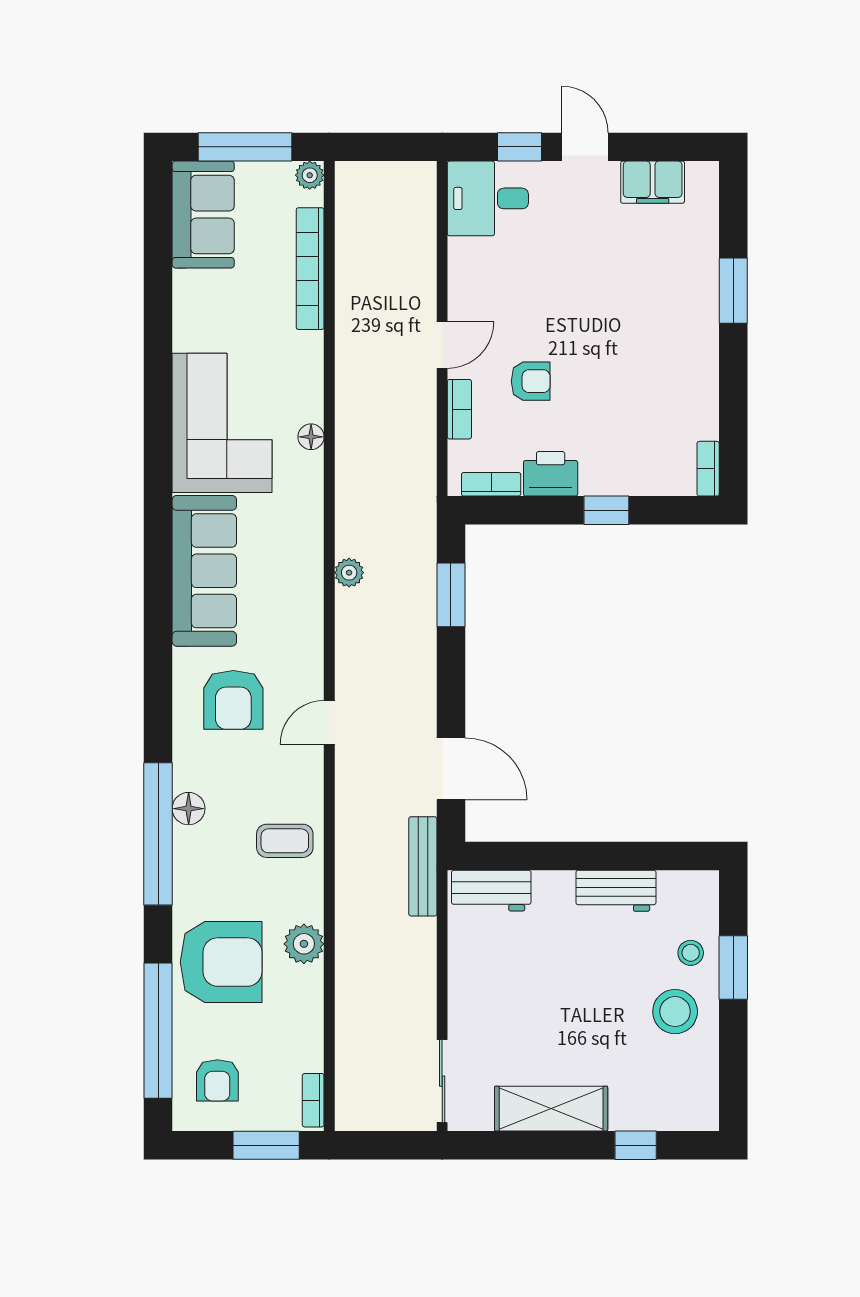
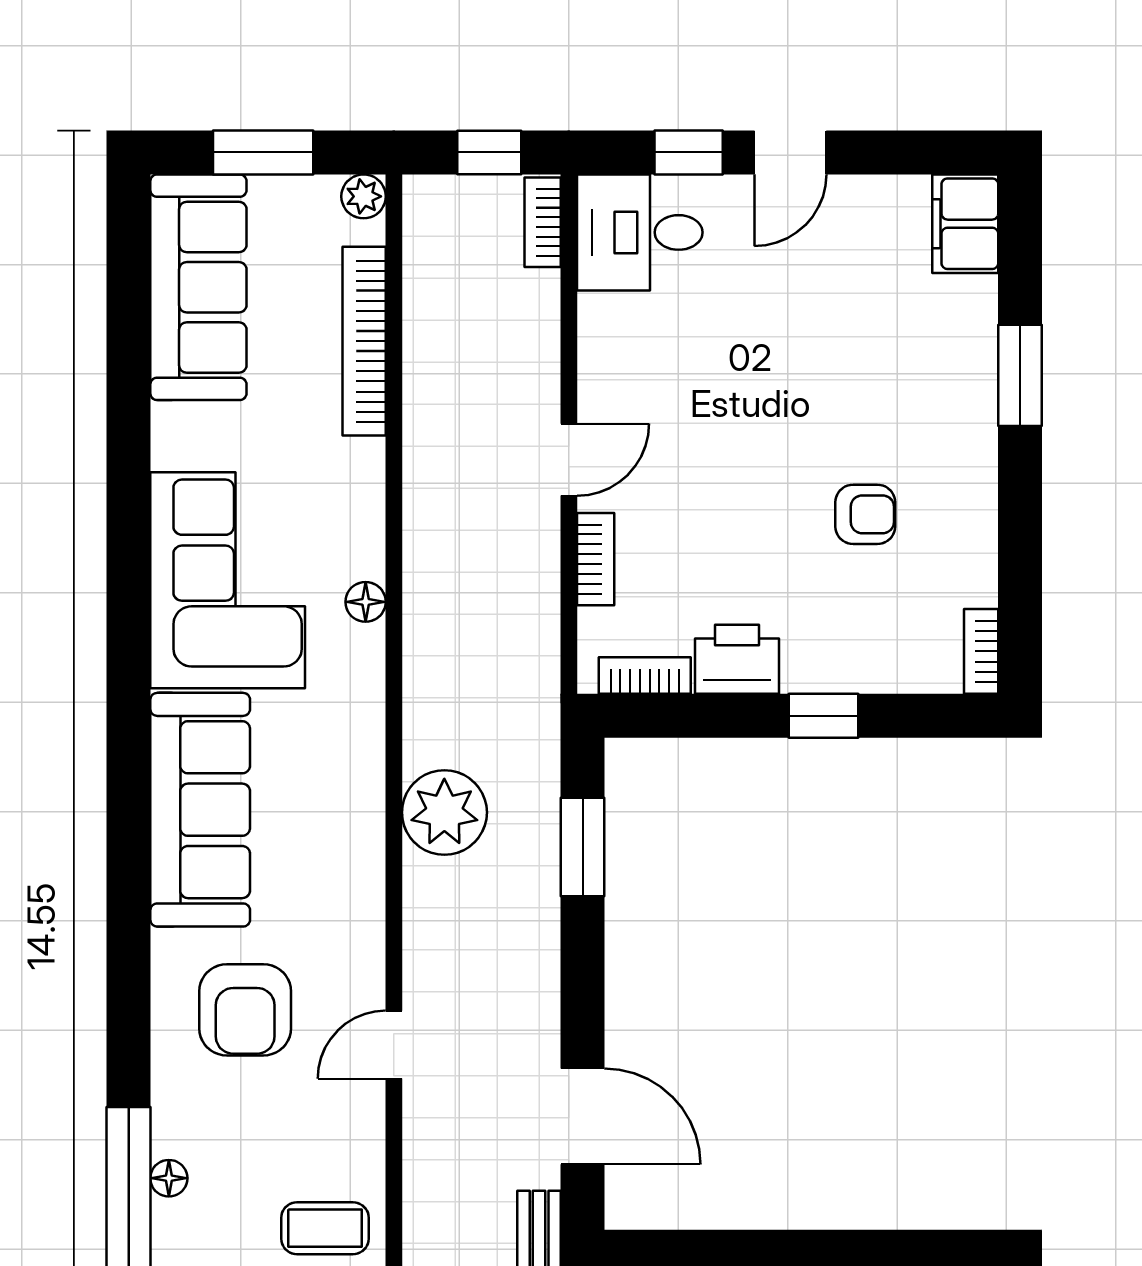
window: (245, 147) -> (263, 152), width x0.69
window: (391, 147) -> (489, 152), added
door: (585, 147) -> (790, 152), swing flipped
filing cabinet: (653, 182) -> (965, 224), moved, turned 90
bookcase: (425, 192) -> (543, 222), added
sofa: (203, 215) -> (198, 287), width x1.36
armchair: (531, 381) -> (865, 514), moved
plant: (349, 573) -> (444, 812), width x1.88, depth x1.88
floor lamp: (189, 809) -> (169, 1178), width x0.73, depth x0.73

